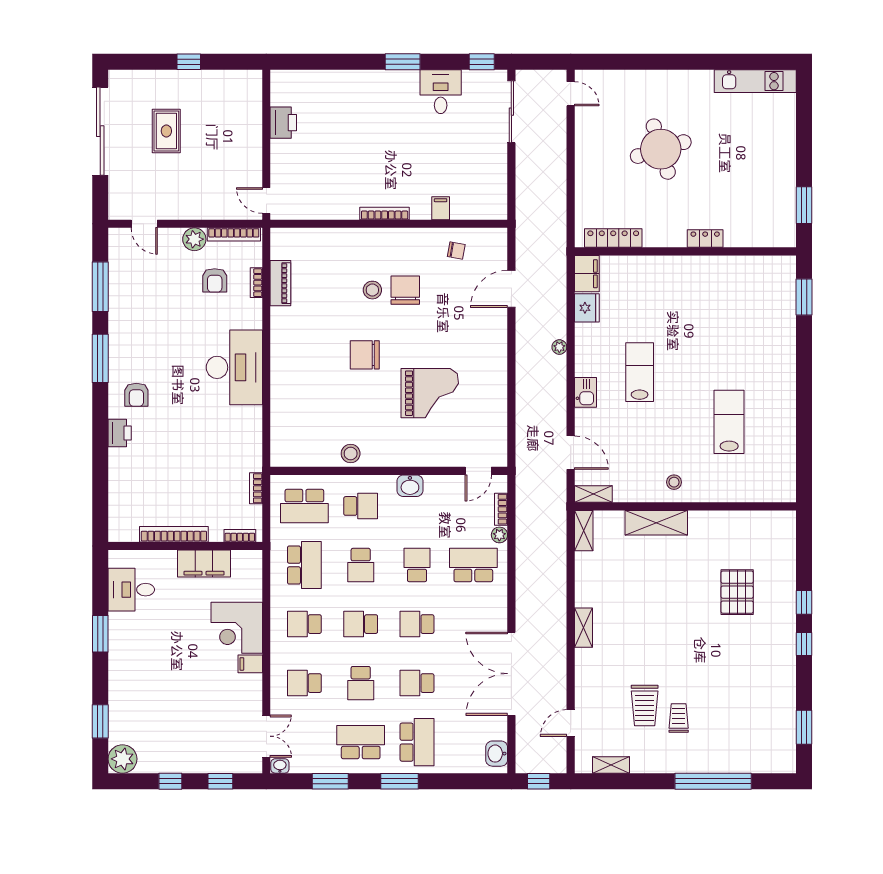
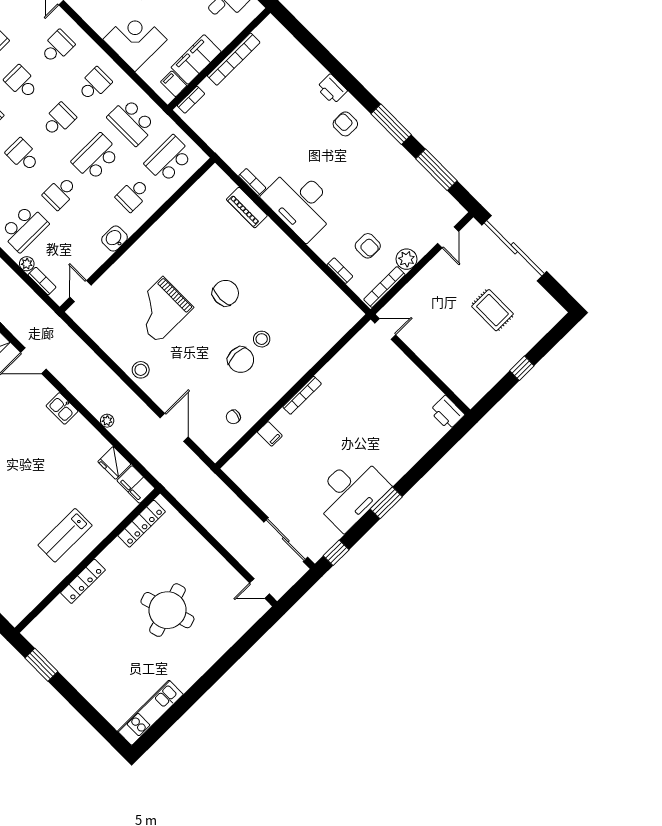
desk: (441, 92) -> (350, 492), width x1.87, depth x1.30
printer: (283, 123) -> (447, 413), moved
sliding door: (100, 131) -> (514, 248), moved
door: (144, 224) -> (448, 237), swing flipped
locker: (705, 239) -> (83, 581), width x1.53
armchair: (215, 280) -> (368, 246), turned 180
piano: (280, 283) -> (247, 208), moved
lab bench: (640, 372) -> (65, 535), moved, turned 90
stool: (351, 453) -> (141, 370), moved
bookcase: (256, 488) -> (252, 182), moved
school desk: (361, 565) -> (96, 157), width x1.85
school desk: (417, 565) -> (60, 193), turned 90
school desk: (417, 624) -> (23, 155), turned -90
filing cabinet: (250, 664) -> (174, 84), moved, turned -90

